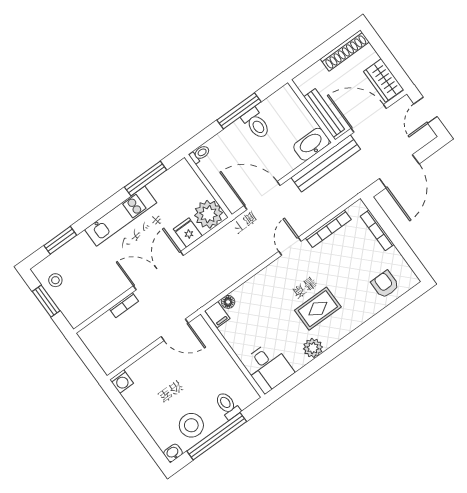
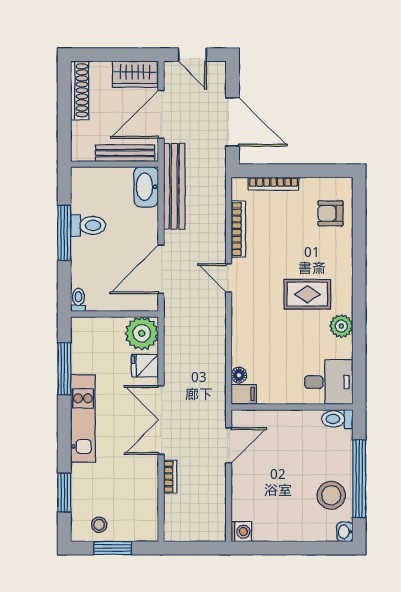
rug: (318, 309) -> (307, 294), turned 90
toilet: (228, 405) -> (337, 419), moved

